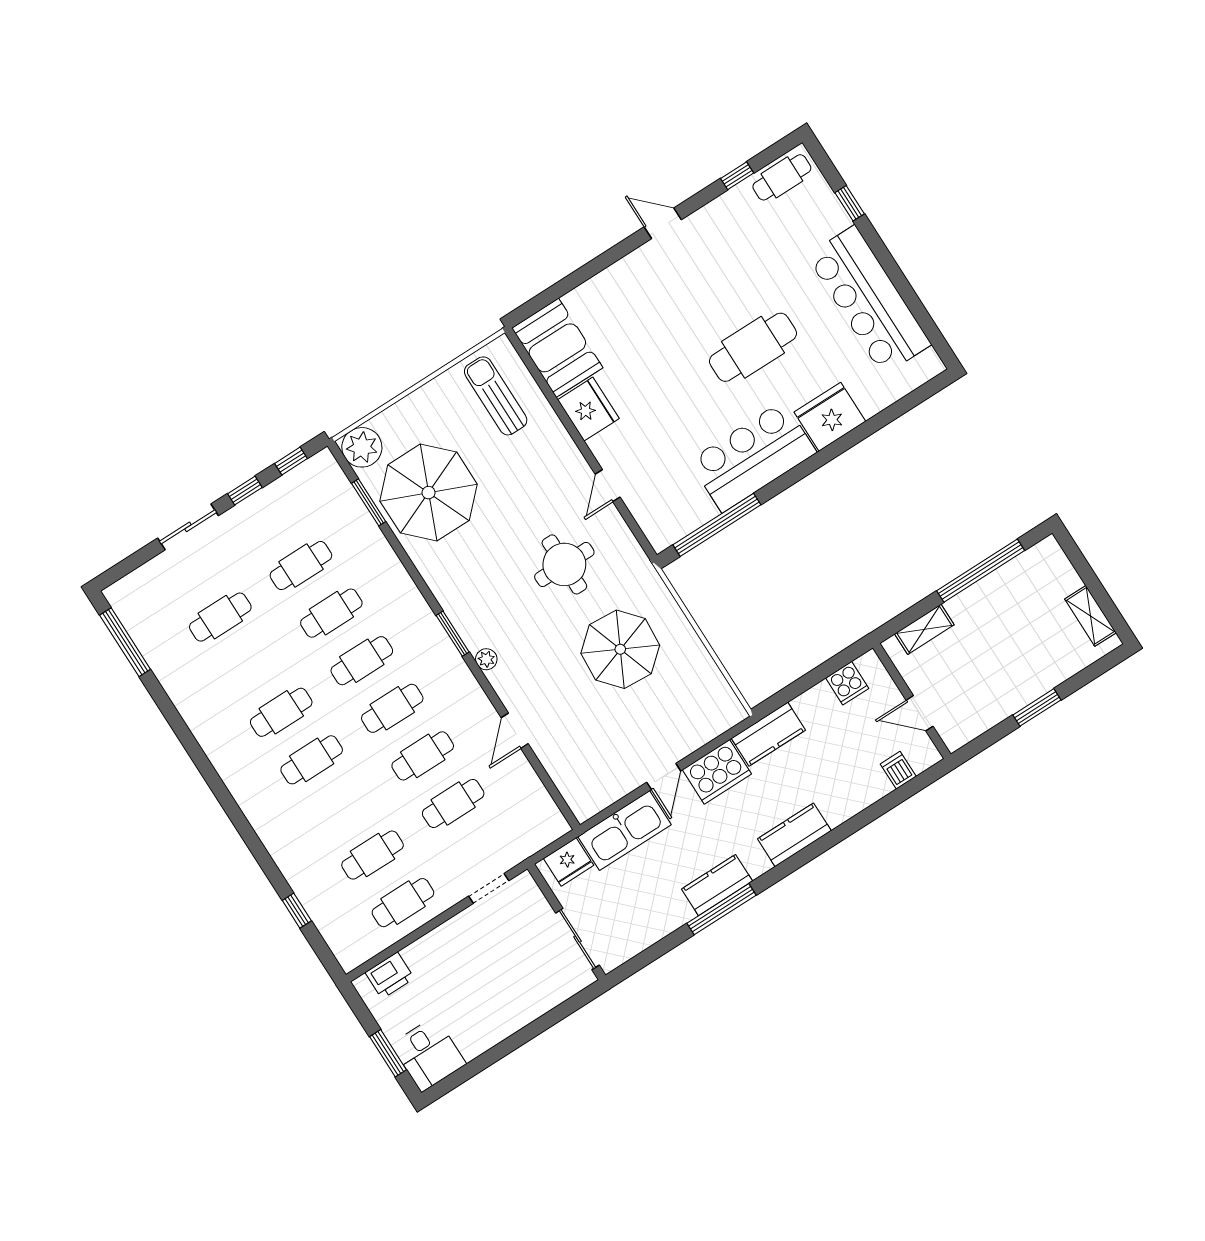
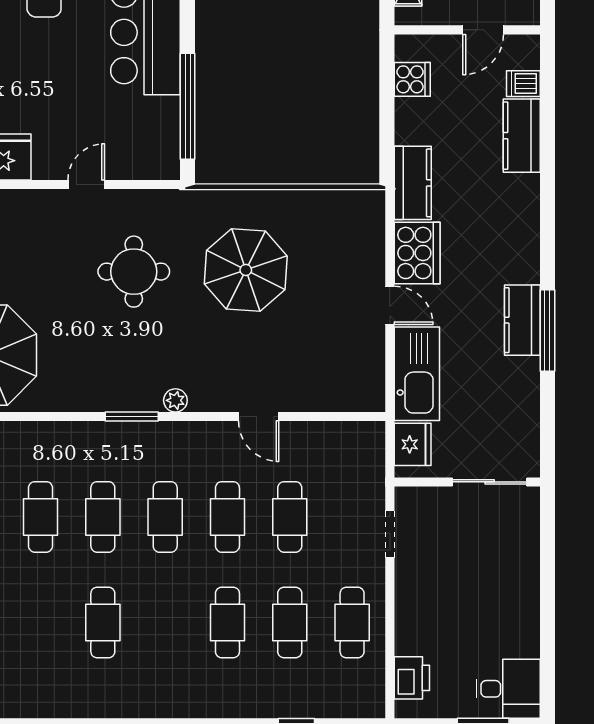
door: (608, 486) -> (86, 185), swing flipped
cafe table: (312, 760) -> (227, 622), moved
kitchen counter: (794, 835) -> (522, 136), moved

